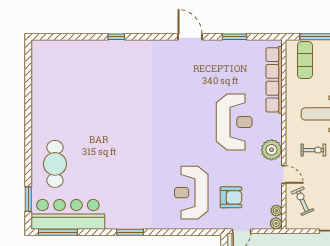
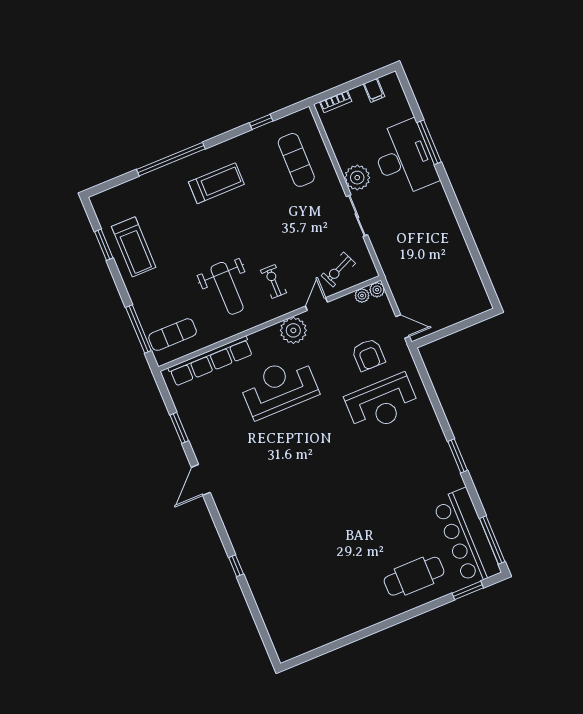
armchair: (231, 197) -> (368, 355), turned 180

